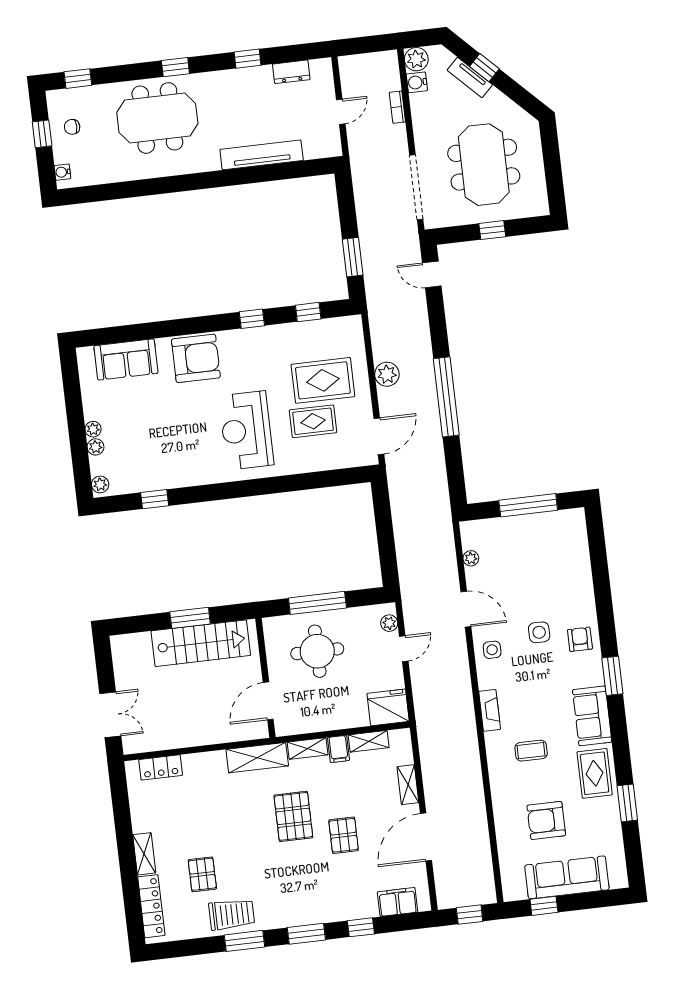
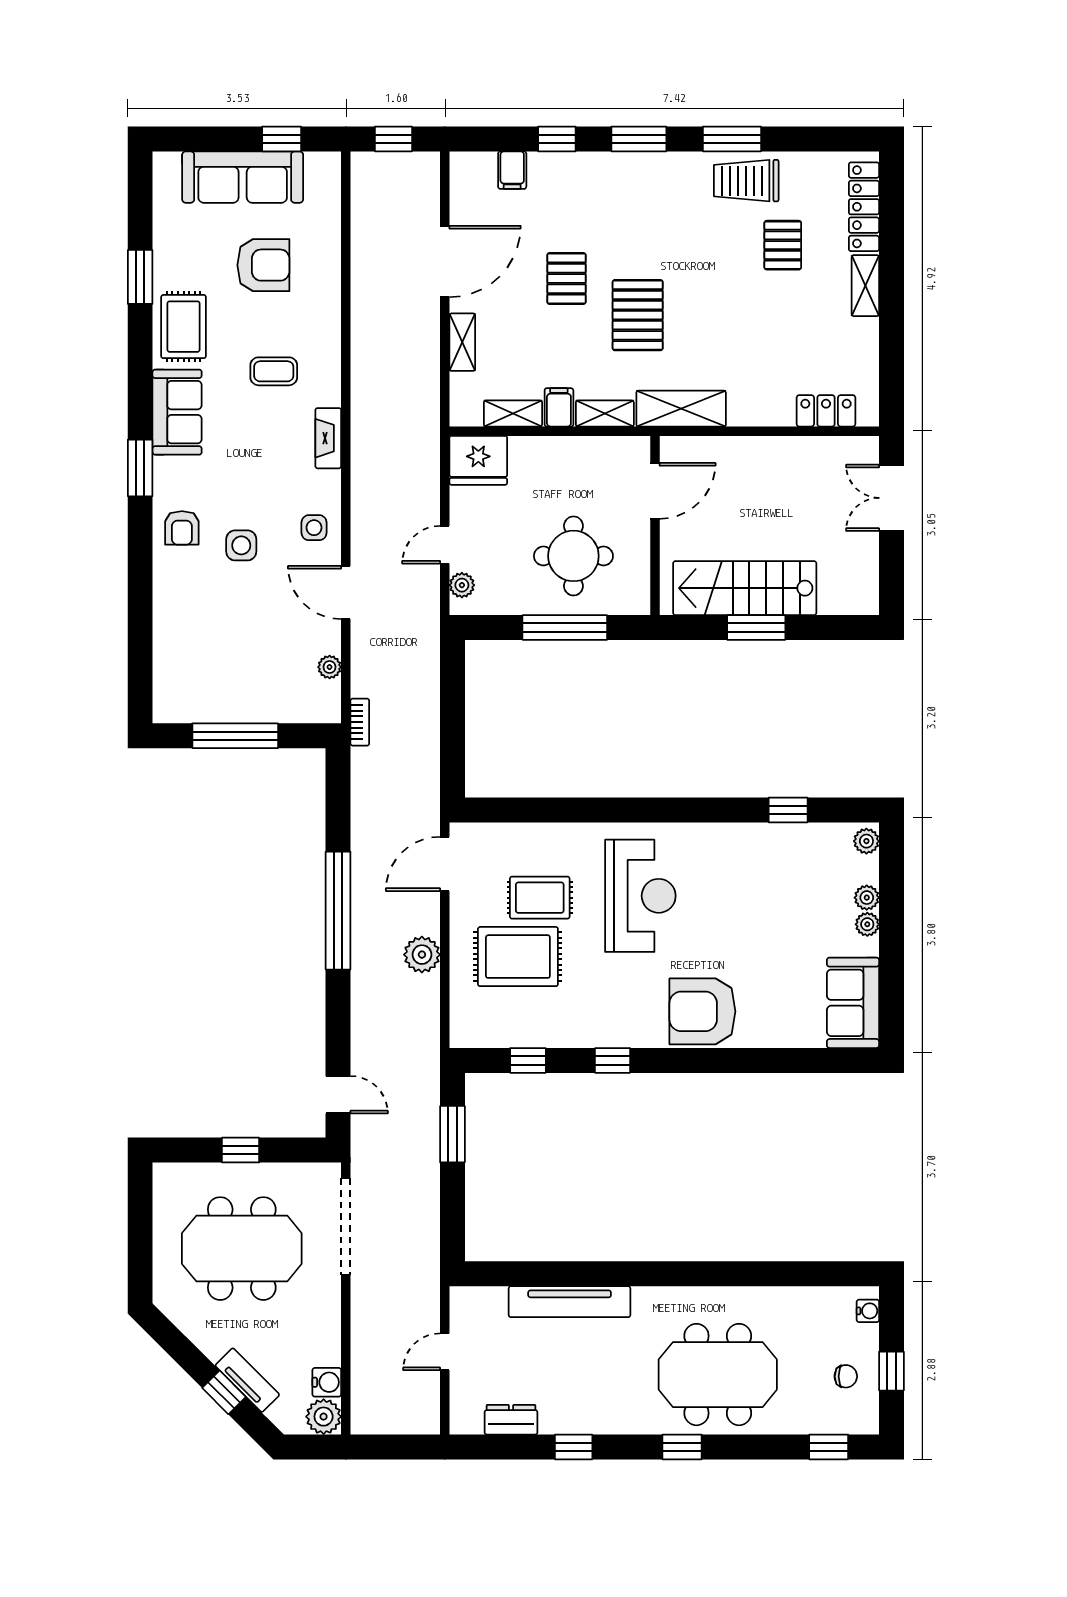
bookcase: (397, 107) -> (360, 722), moved
meeting table: (484, 165) -> (242, 1249), turned 90
sofa: (126, 360) -> (853, 1003), moved, turned -90
filing cabinet: (398, 902) -> (512, 170), width x0.50

